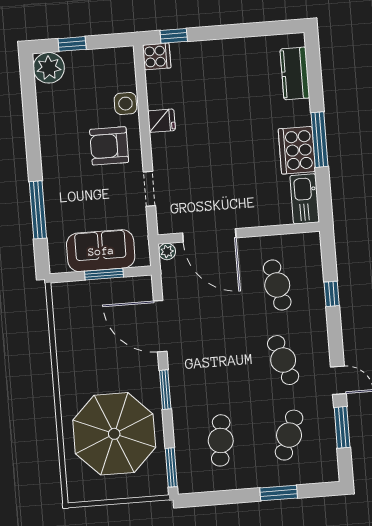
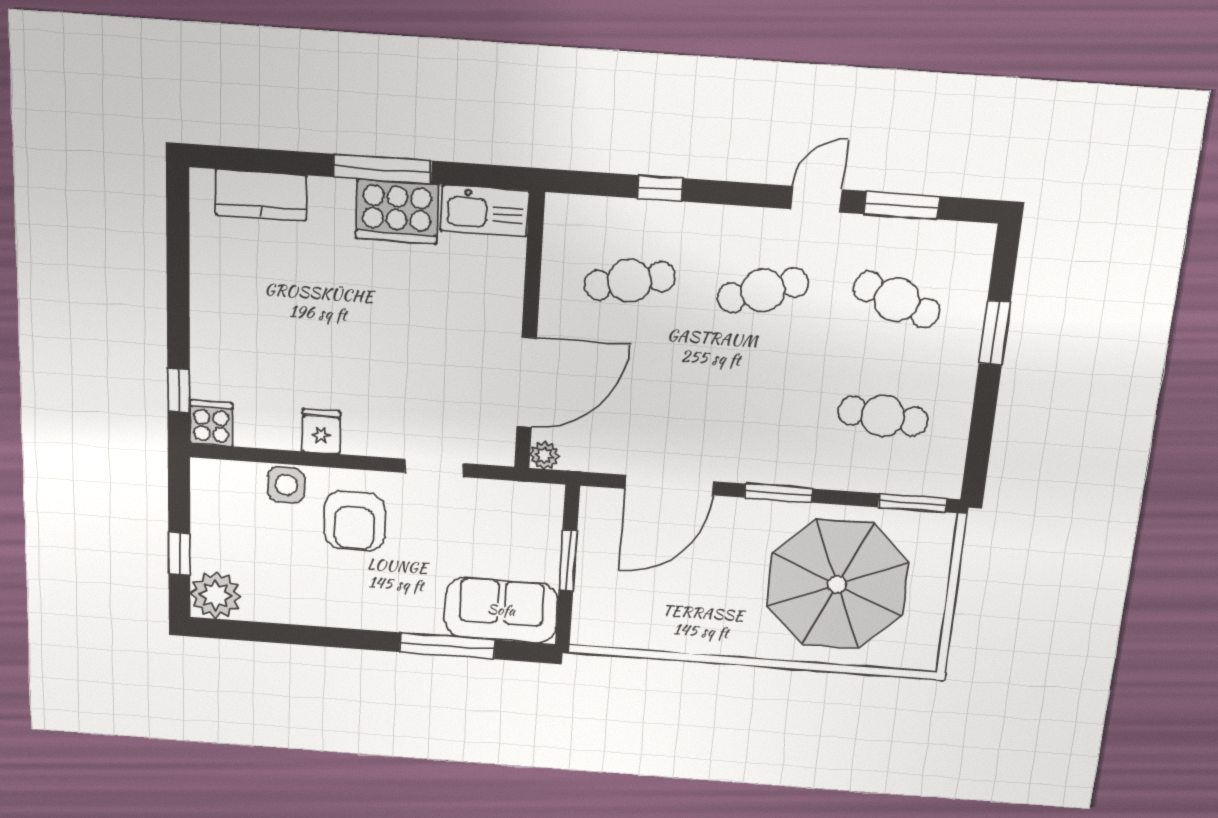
sofa: (101, 251) -> (501, 610), moved, turned 90

